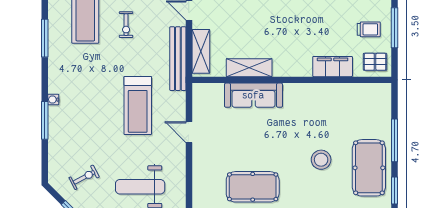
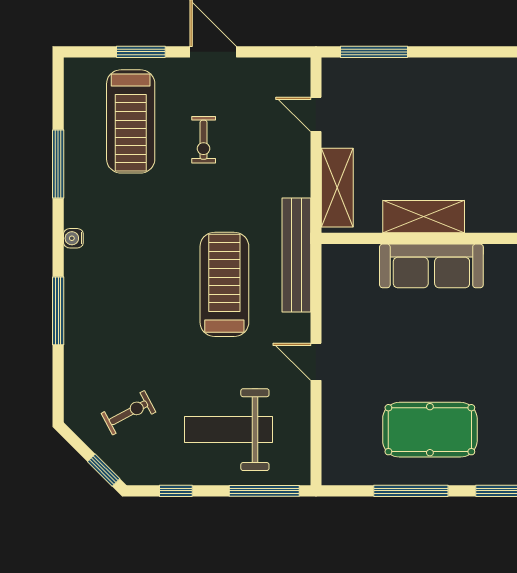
bench: (178, 59) -> (296, 255), moved
water cooler: (53, 100) -> (73, 238), moved
treadmill: (138, 106) -> (224, 284), turned 180
door: (189, 132) -> (316, 362), moved

